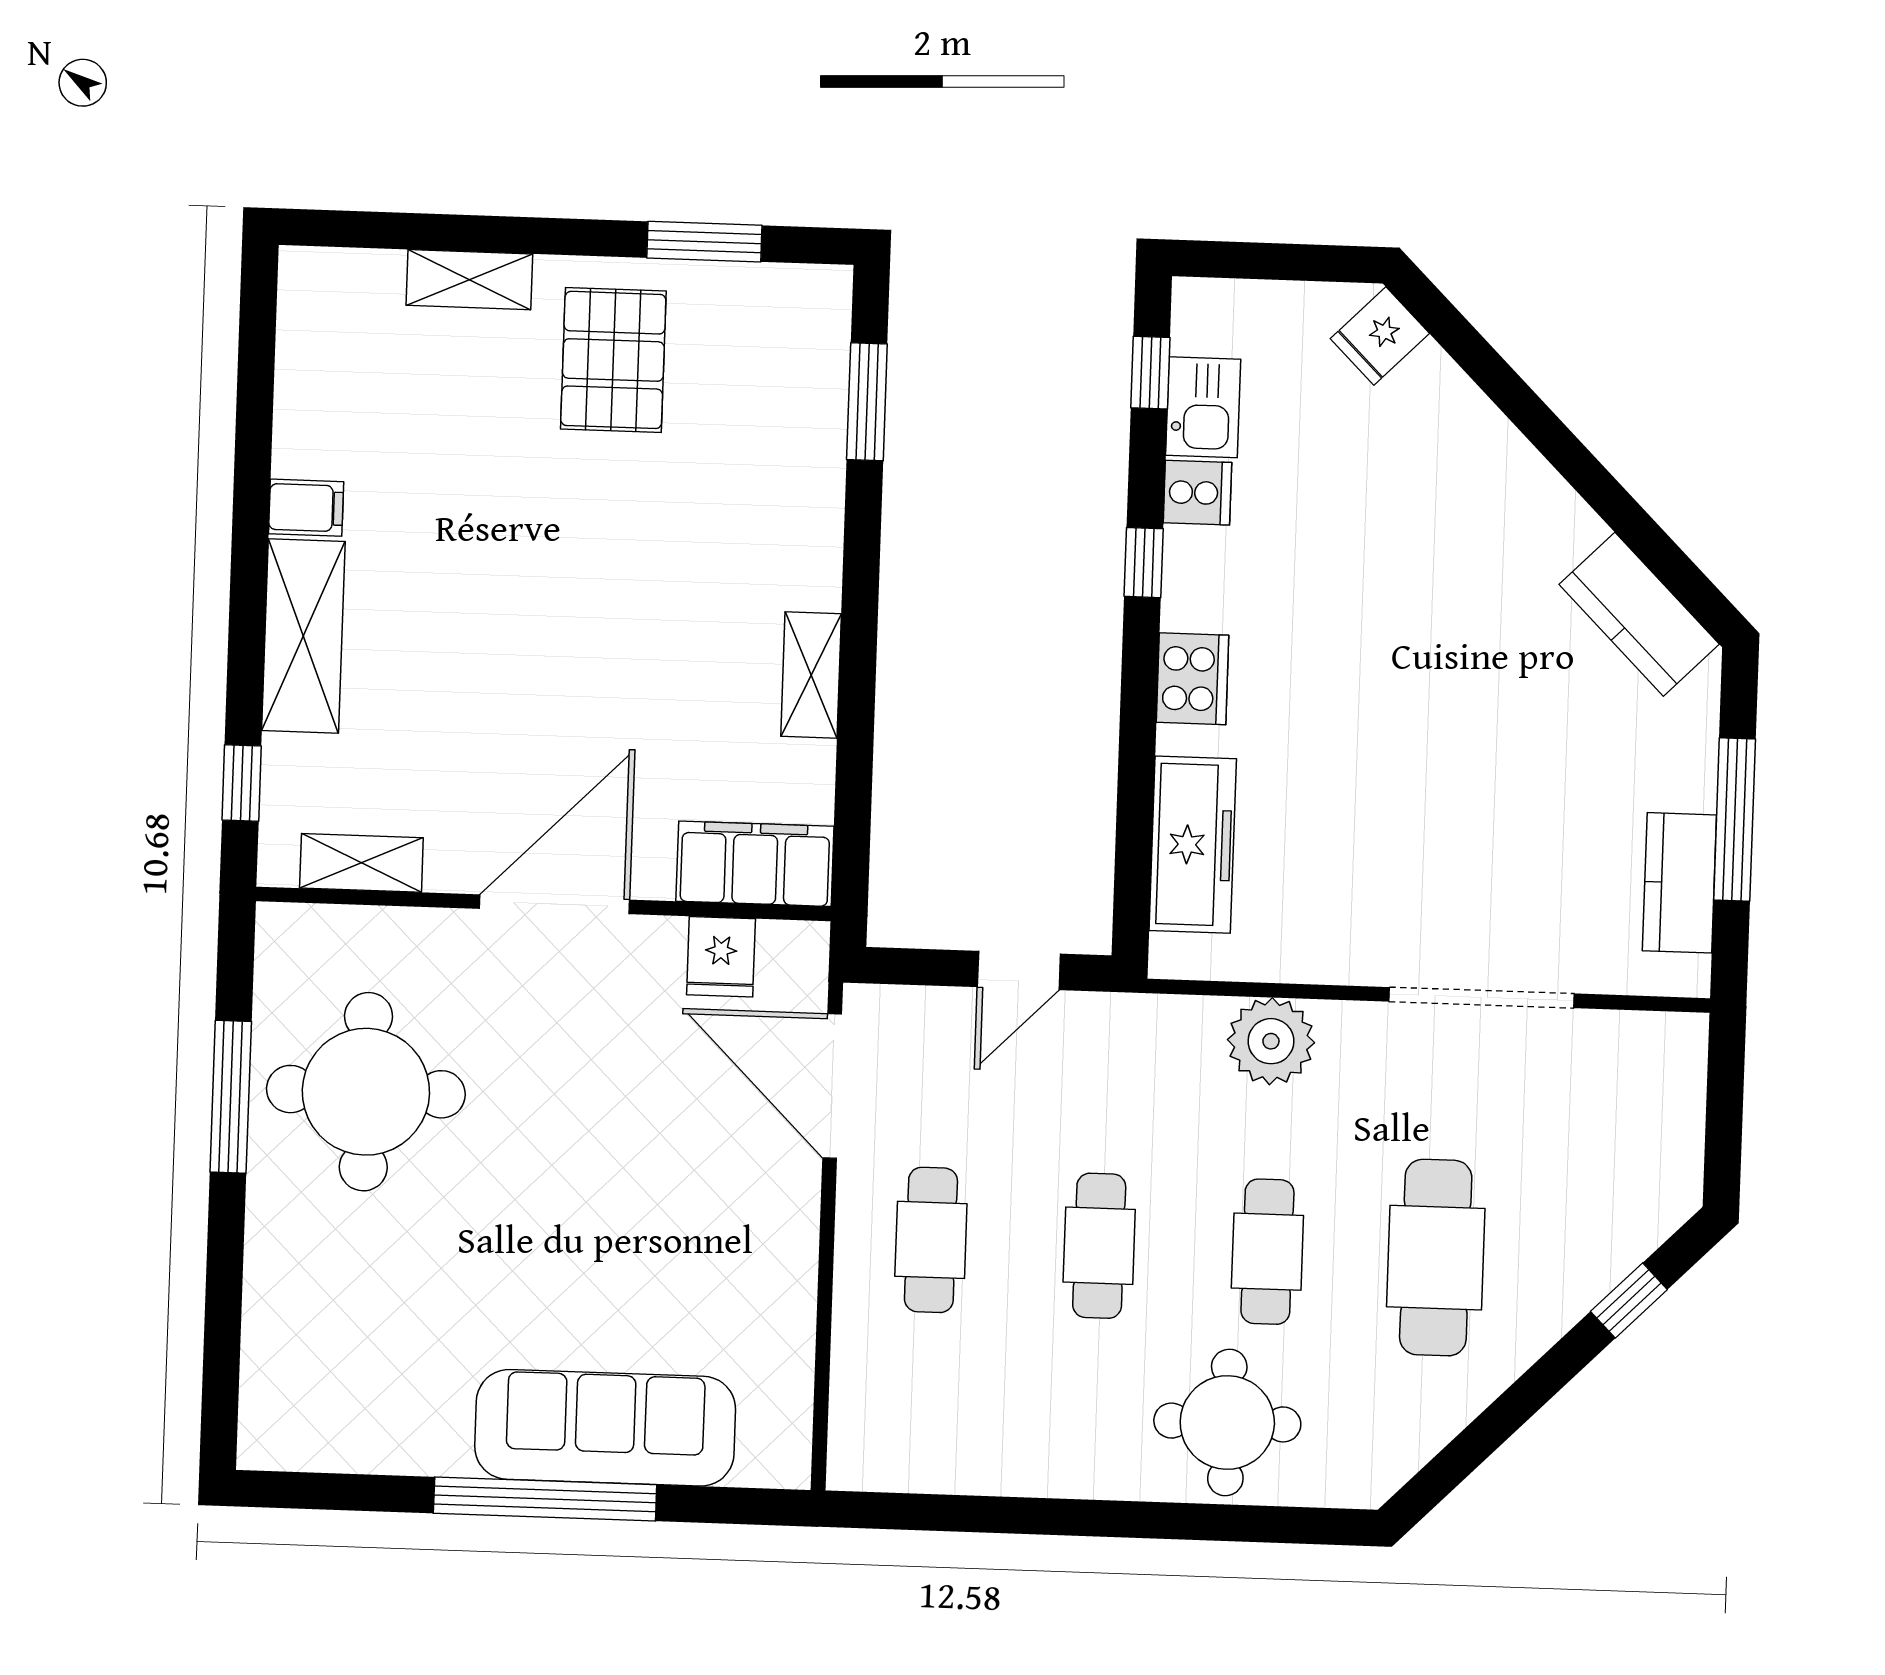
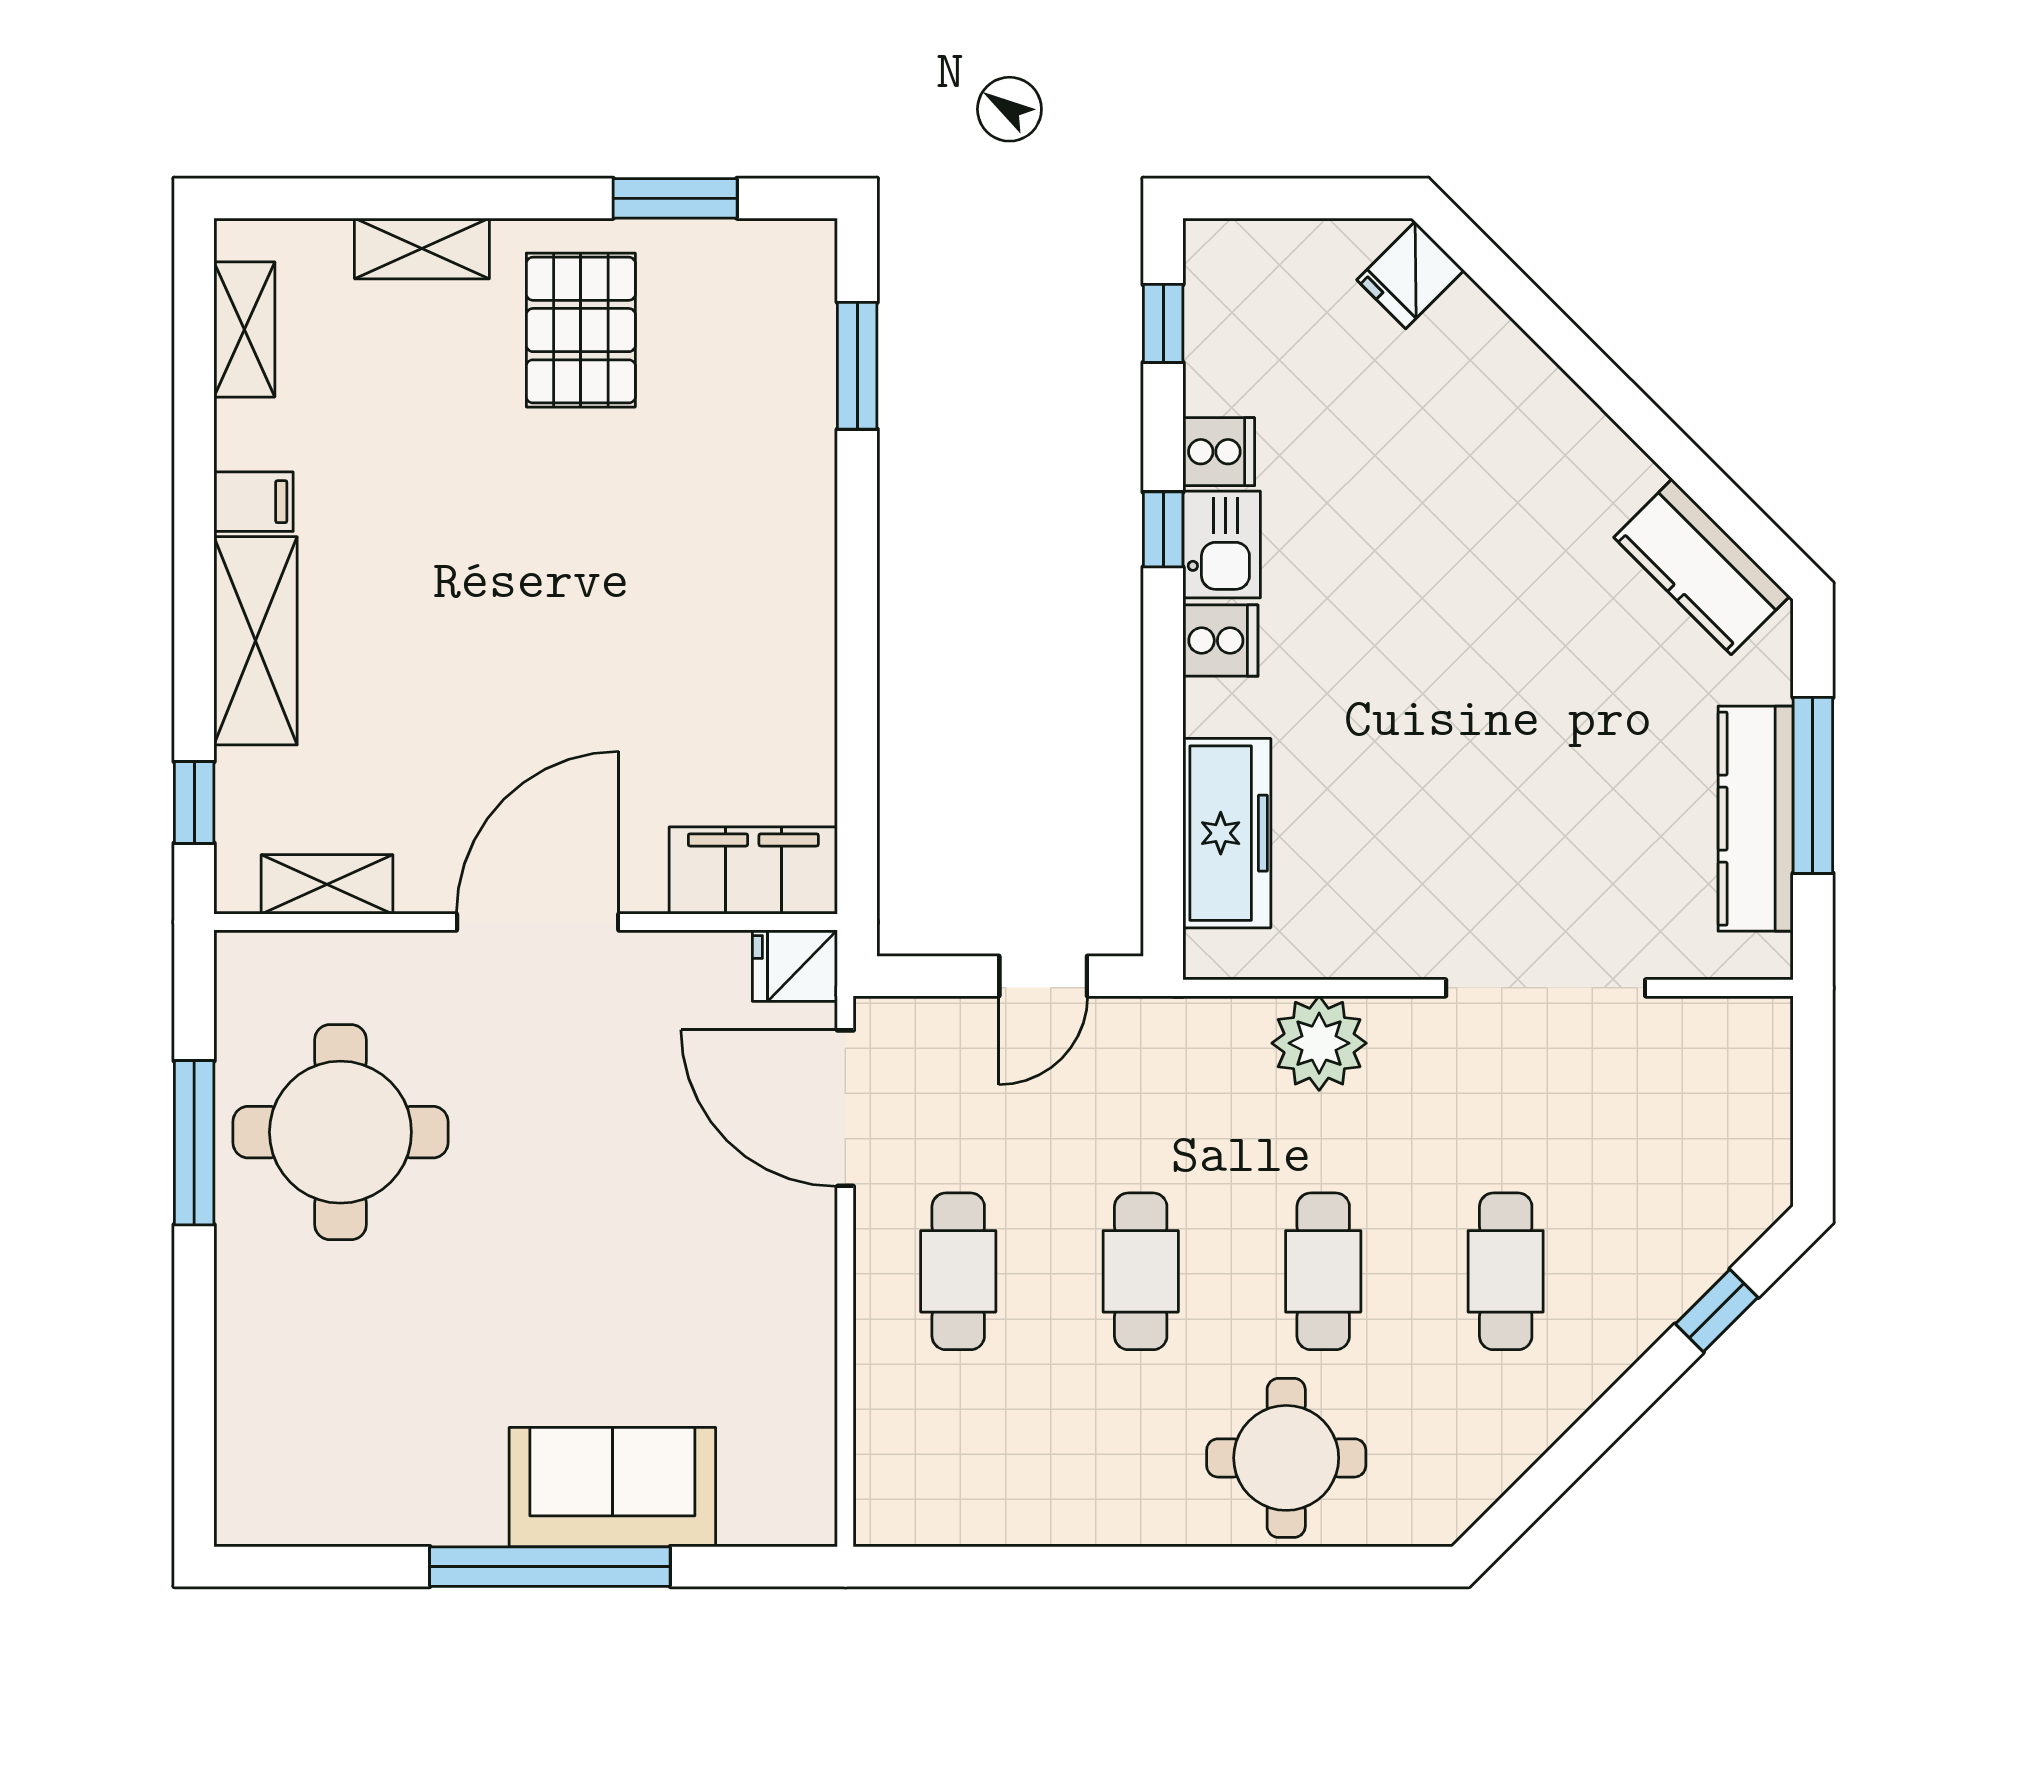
kitchen sink: (1203, 407) -> (1222, 544), moved
shelving: (811, 675) -> (244, 329), moved
cooker: (1193, 679) -> (1220, 641), width x0.73
kitchen counter: (1679, 883) -> (1756, 819), width x1.50
fridge: (721, 957) -> (795, 966), moved, turned 90
cafe table: (1436, 1258) -> (1506, 1271), width x0.73, depth x0.74
sofa: (605, 1428) -> (612, 1487), width x0.73

